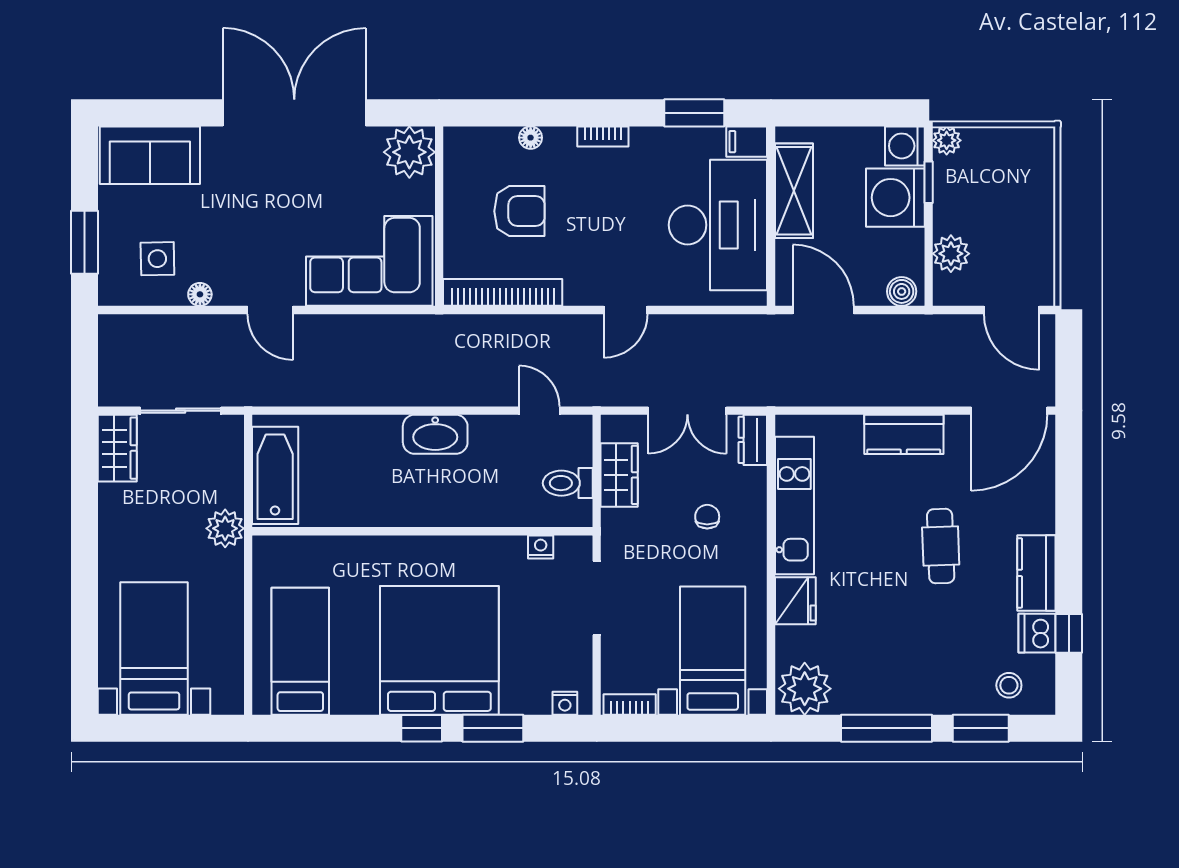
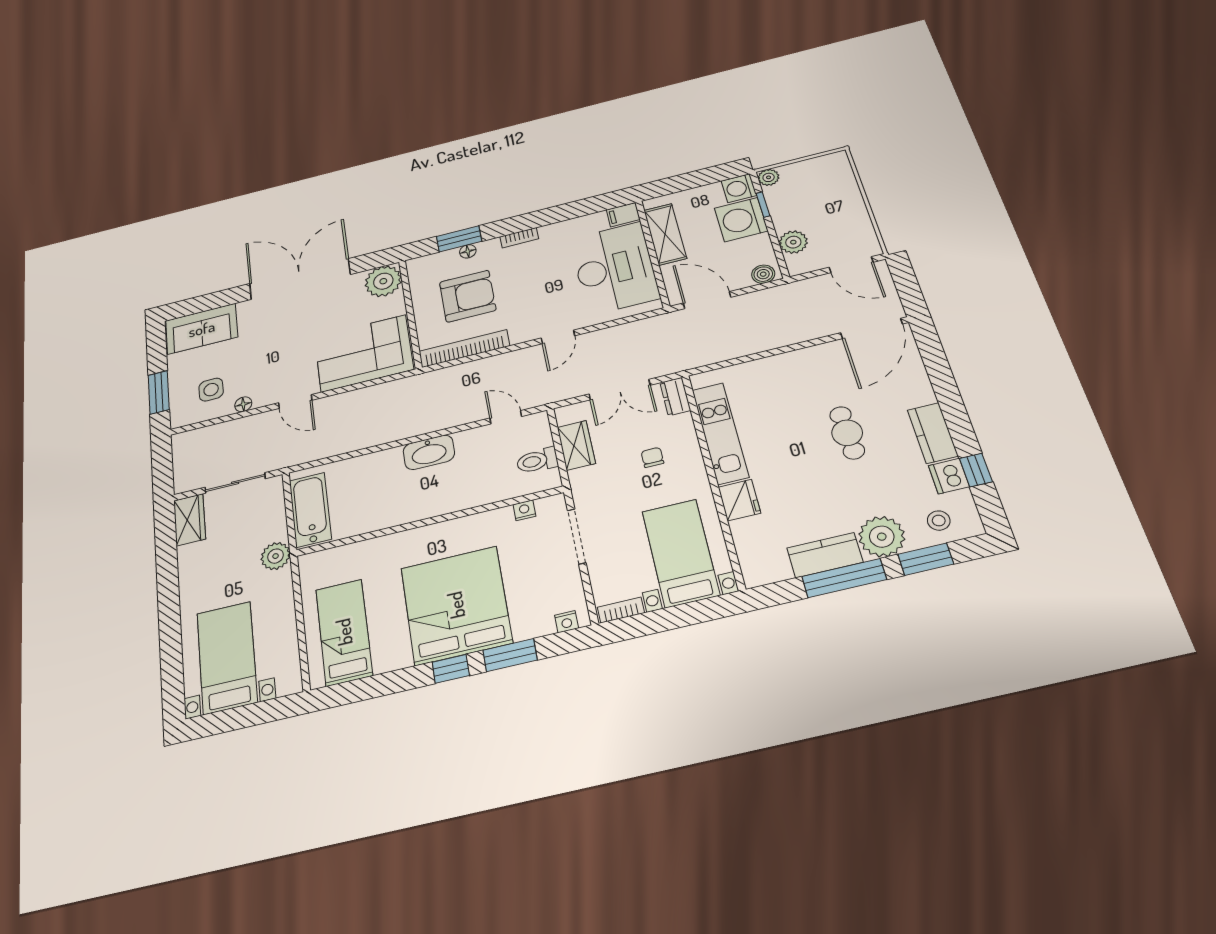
window: (694, 113) -> (459, 239), moved
armchair: (519, 211) -> (468, 296), width x1.36, depth x1.36
kitchen counter: (904, 434) -> (825, 555), moved, turned 180
plant: (805, 689) -> (882, 537), moved

